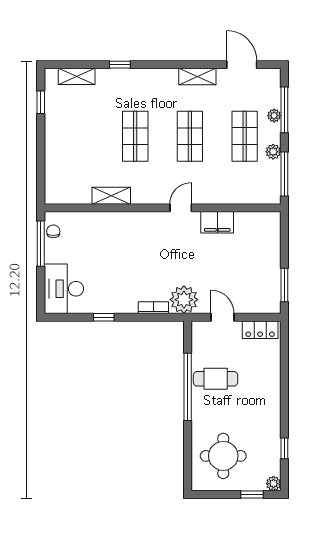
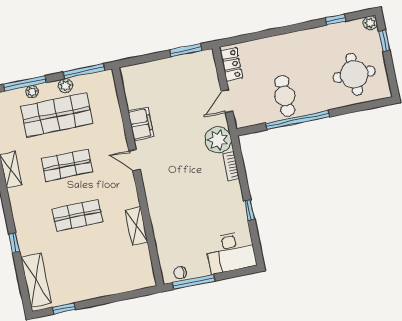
shelving: (77, 76) -> (36, 280), width x1.50, depth x1.33
shop shelf: (245, 136) -> (57, 115), width x1.43, depth x1.36

